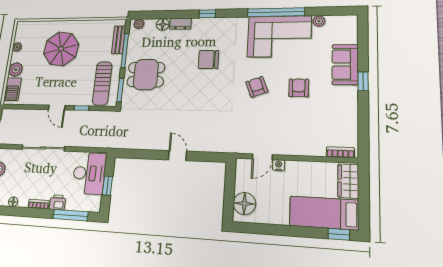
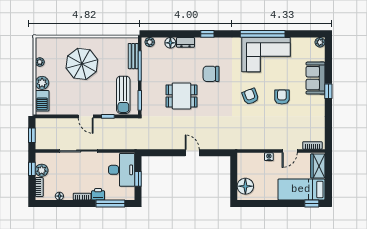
plant: (319, 21) -> (320, 42), moved
dining table: (146, 75) -> (181, 96), moved
door: (262, 157) -> (290, 151), moved

